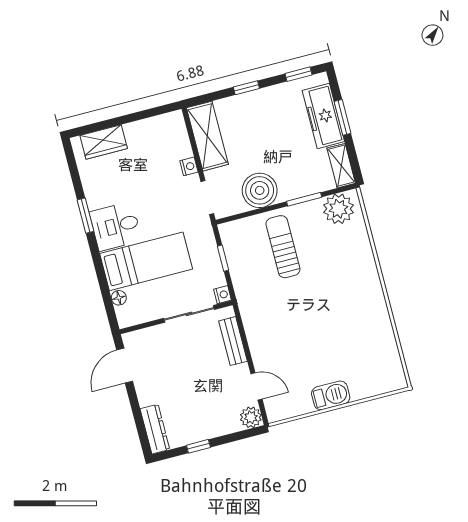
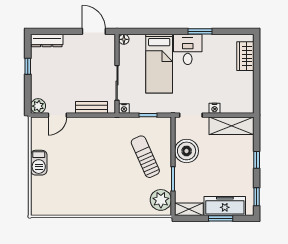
sun lounger: (283, 247) -> (145, 157), turned -114
floor lamp: (119, 298) -> (124, 39), moved

